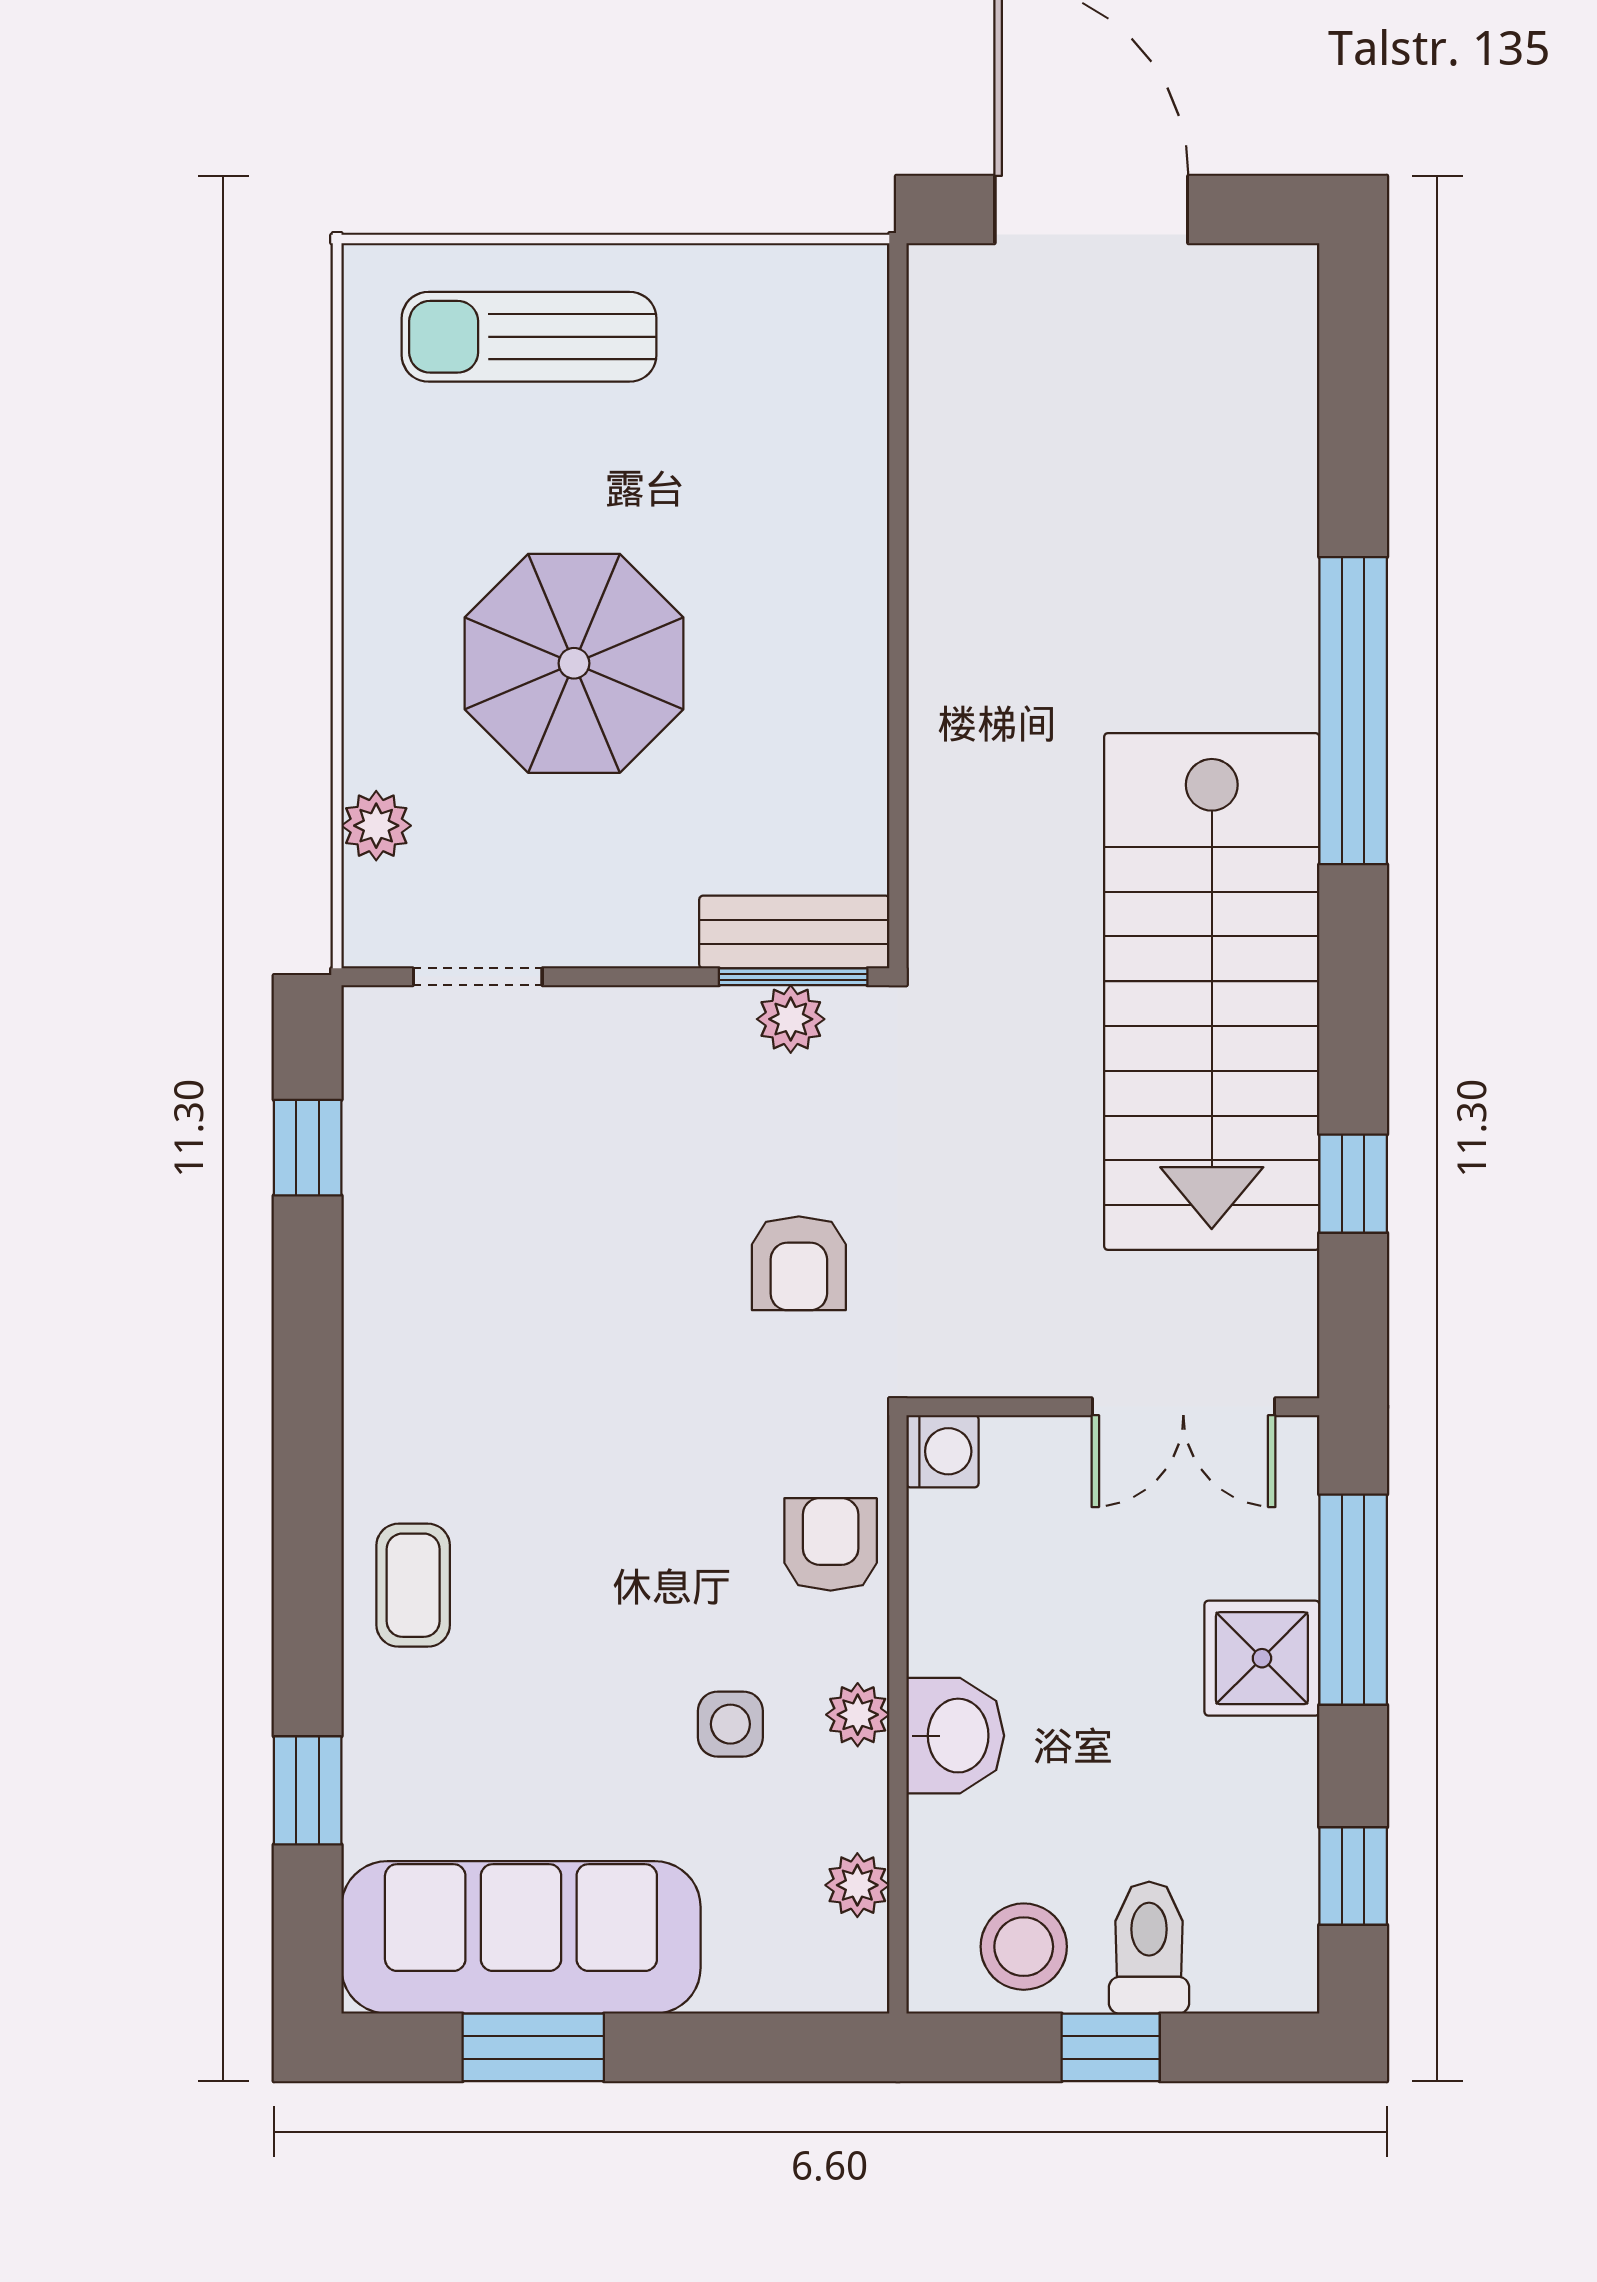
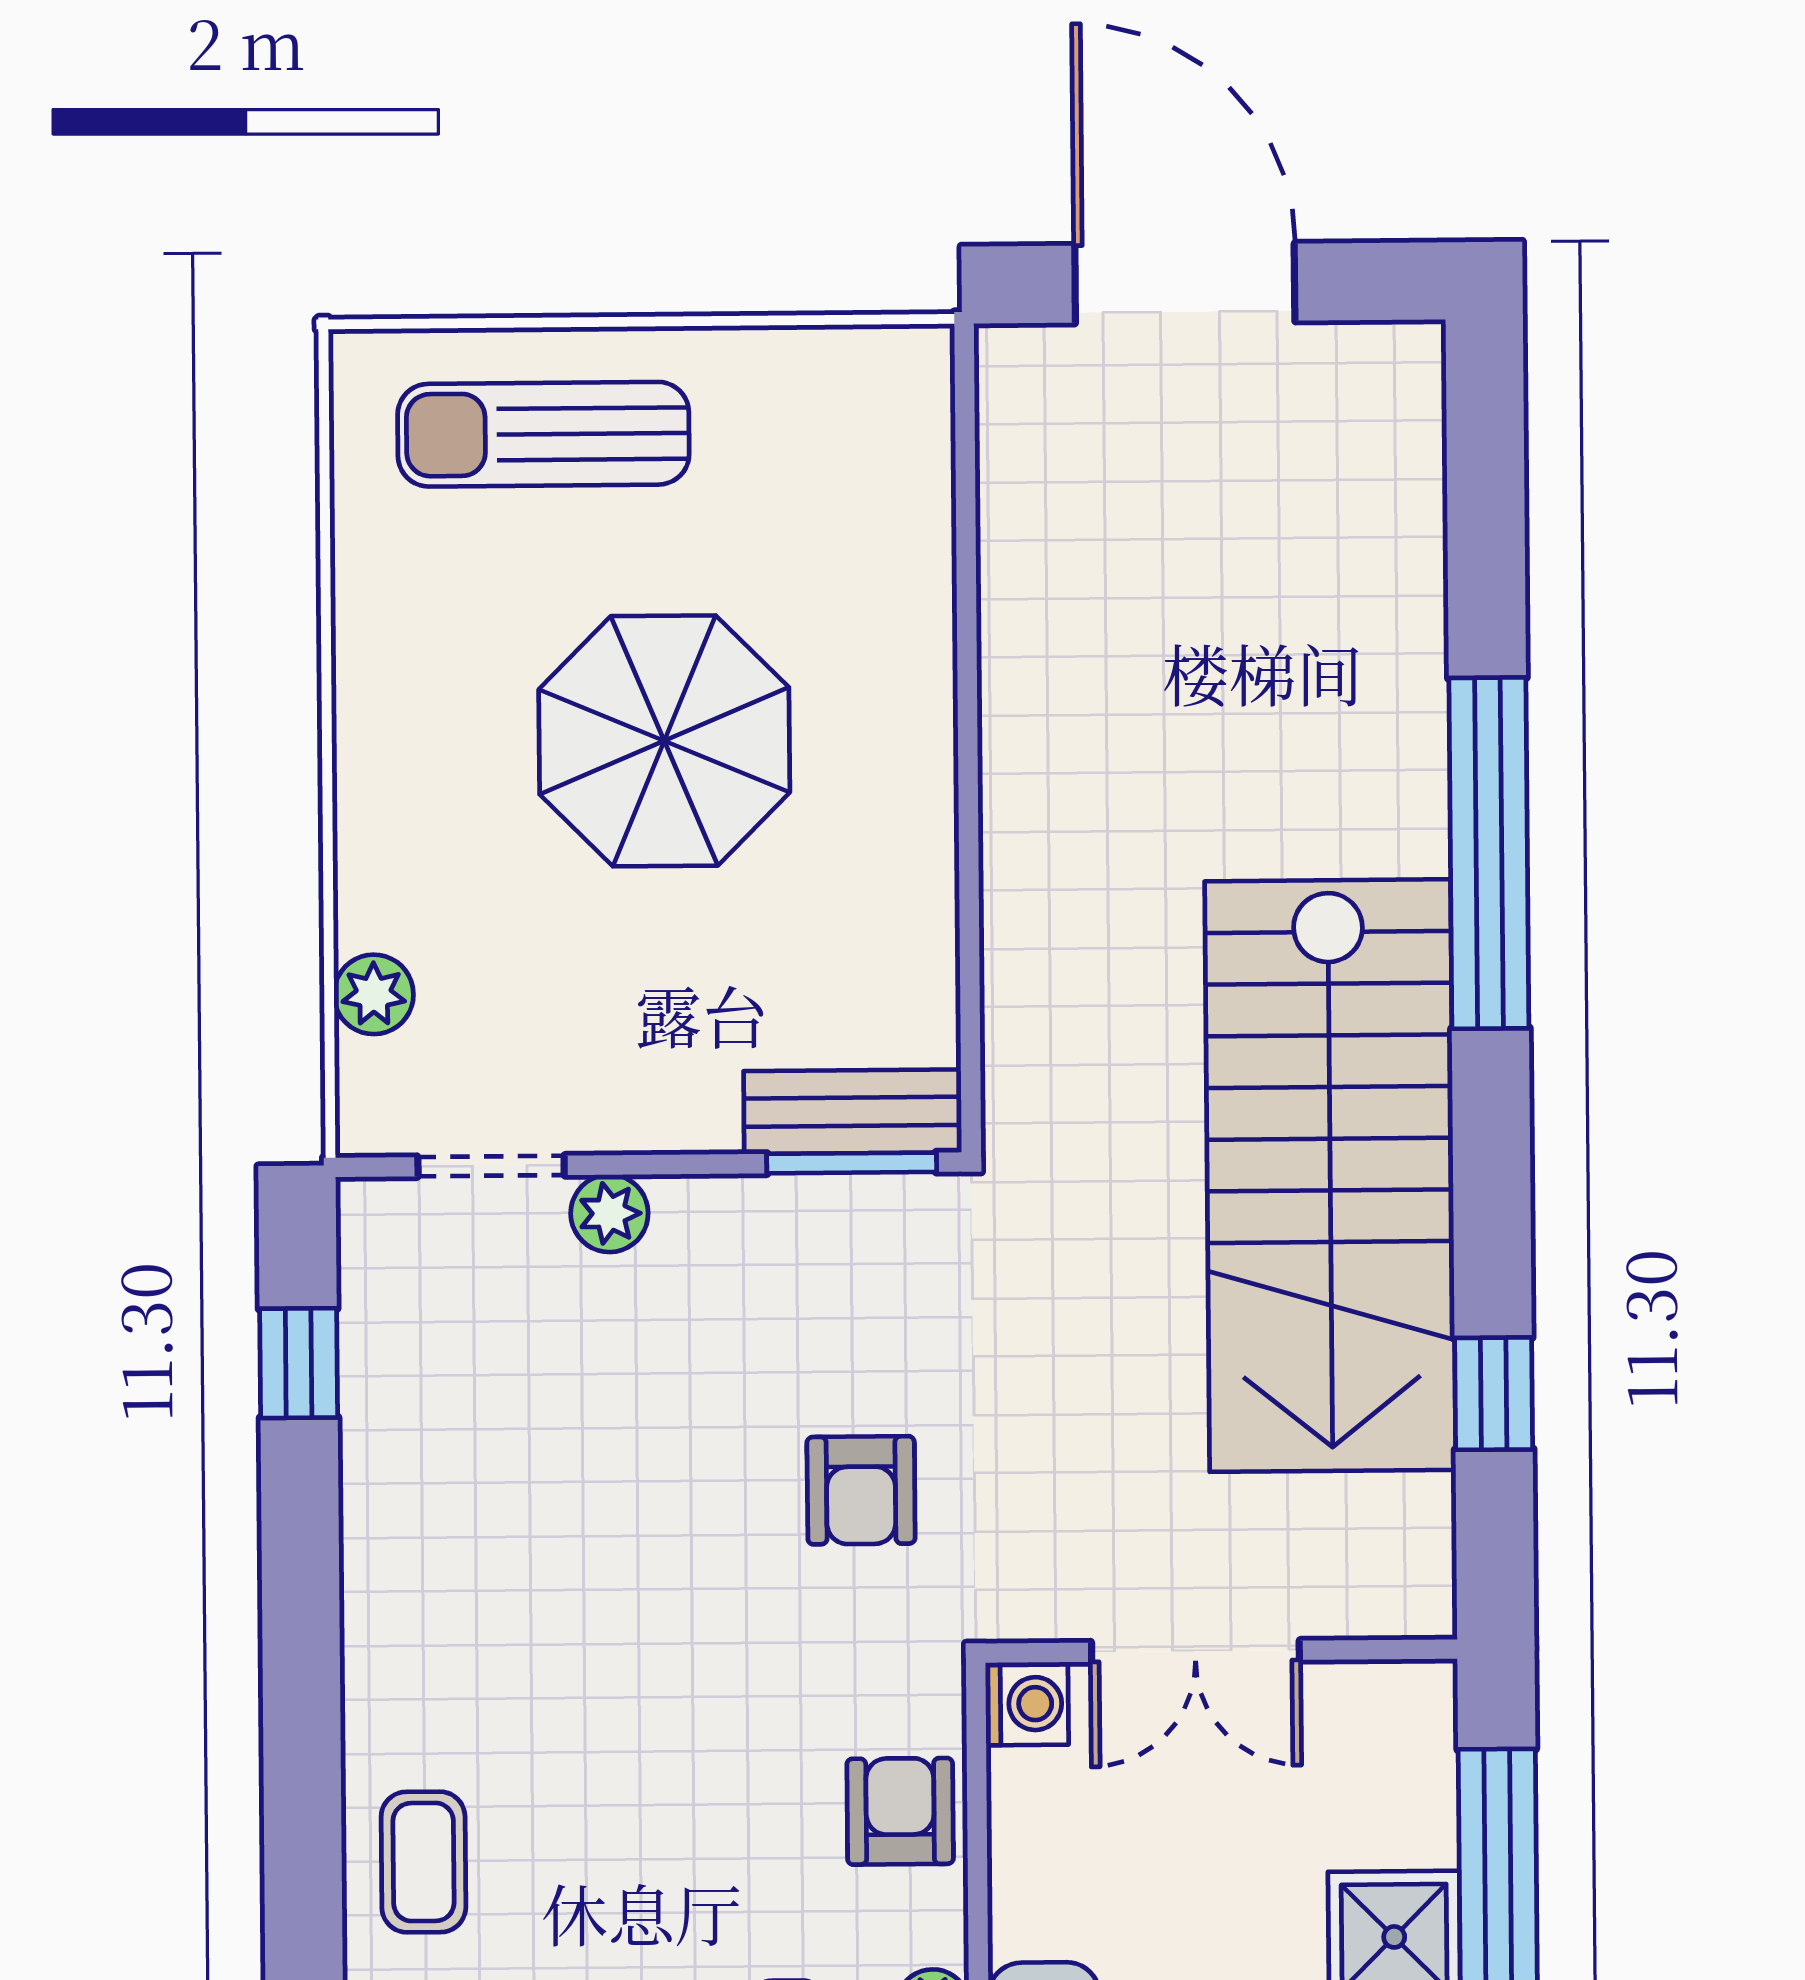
parasol: (574, 663) -> (664, 741), moved
plant: (791, 1019) -> (609, 1213), moved
double door: (1183, 1407) -> (1195, 1651), moved

